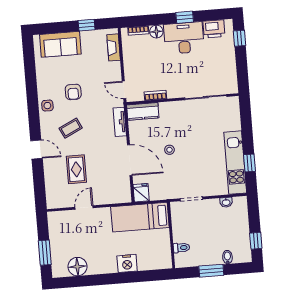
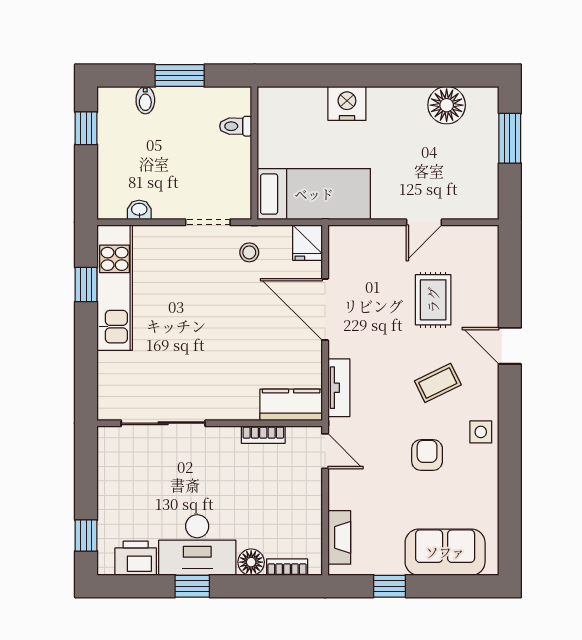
stool: (169, 150) -> (249, 252), moved

